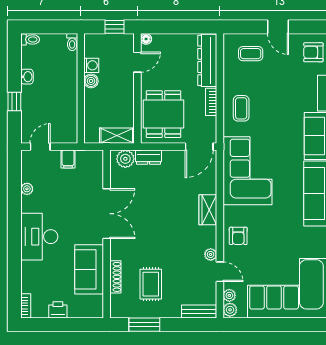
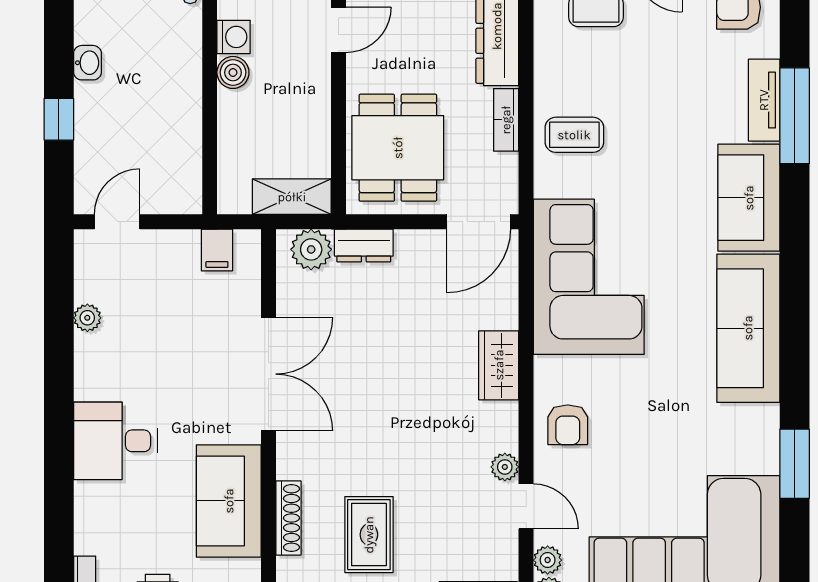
coffee table: (241, 108) -> (574, 135), turned 90
filing cabinet: (68, 159) -> (217, 250), moved
desk: (39, 237) -> (115, 441), width x0.73

